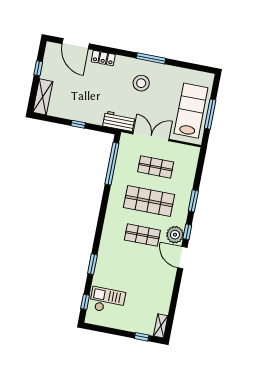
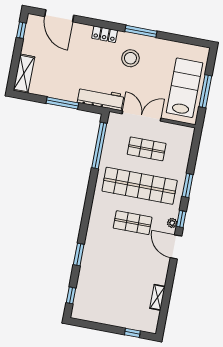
locker: (103, 58) -> (105, 34), moved
window: (38, 68) -> (21, 30), moved
workbench: (119, 121) -> (101, 98), width x1.38
window: (78, 124) -> (62, 103), width x2.17
shop shelf: (149, 201) -> (140, 186), width x1.40
plant: (175, 235) -> (172, 223), width x0.53, depth x0.53
checkout: (107, 301) -> (95, 294), removed
shelving: (161, 326) -> (157, 297), moved

